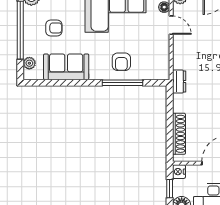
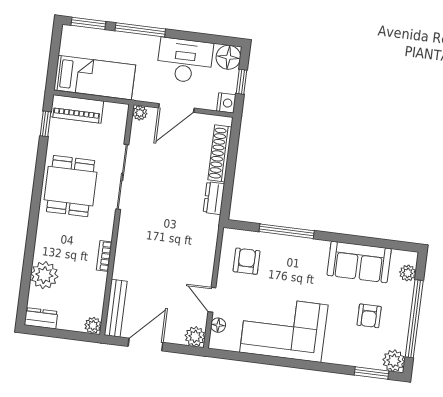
armchair: (54, 28) -> (369, 316), turned -90
armchair: (121, 62) -> (247, 261), moved
dresser: (179, 82) -> (214, 198), moved

